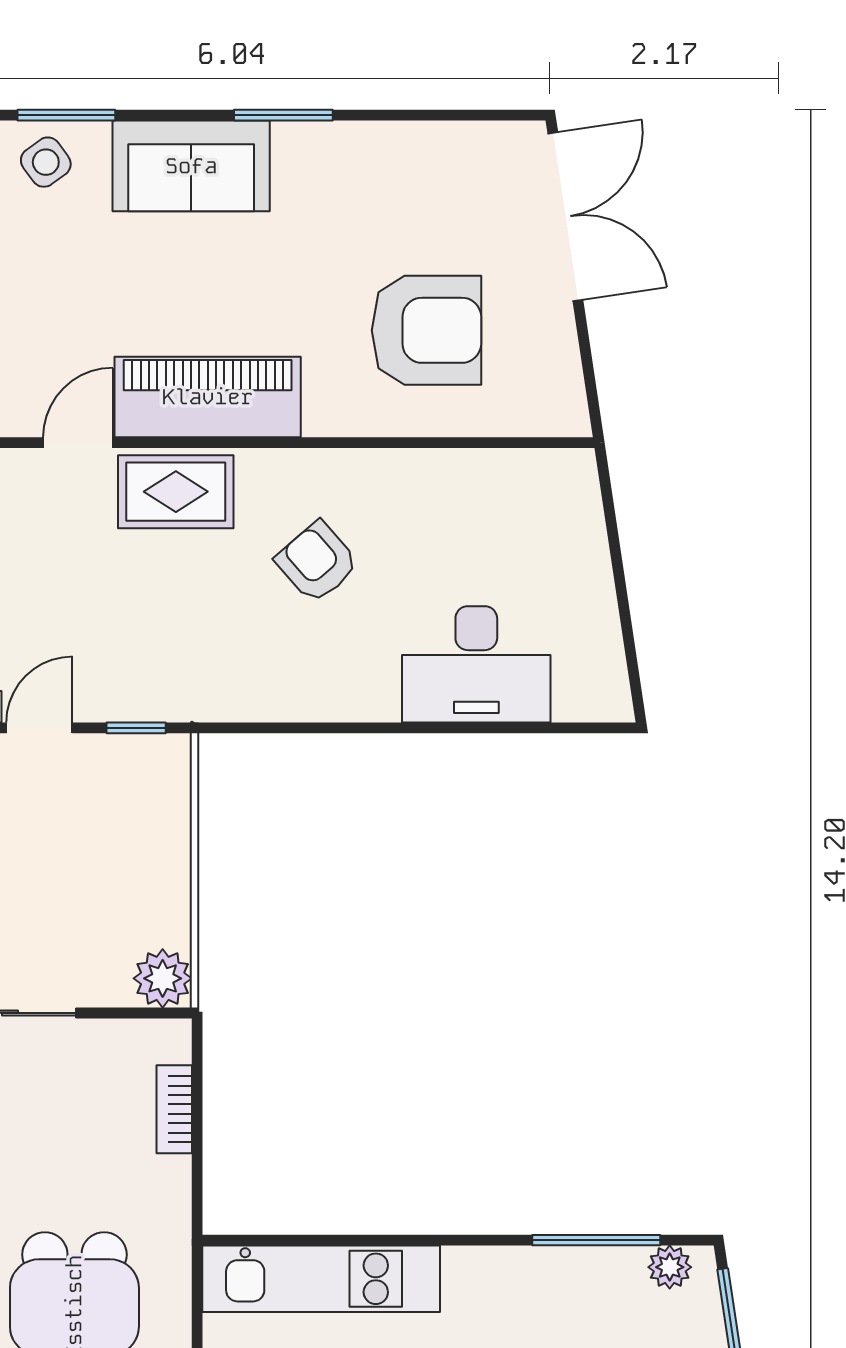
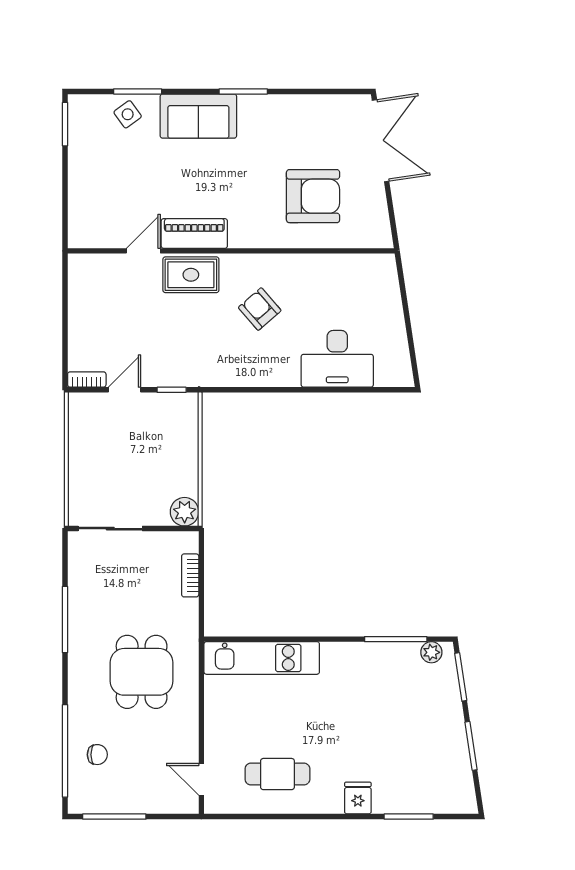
piano: (208, 397) -> (194, 233), width x0.73, depth x0.75

